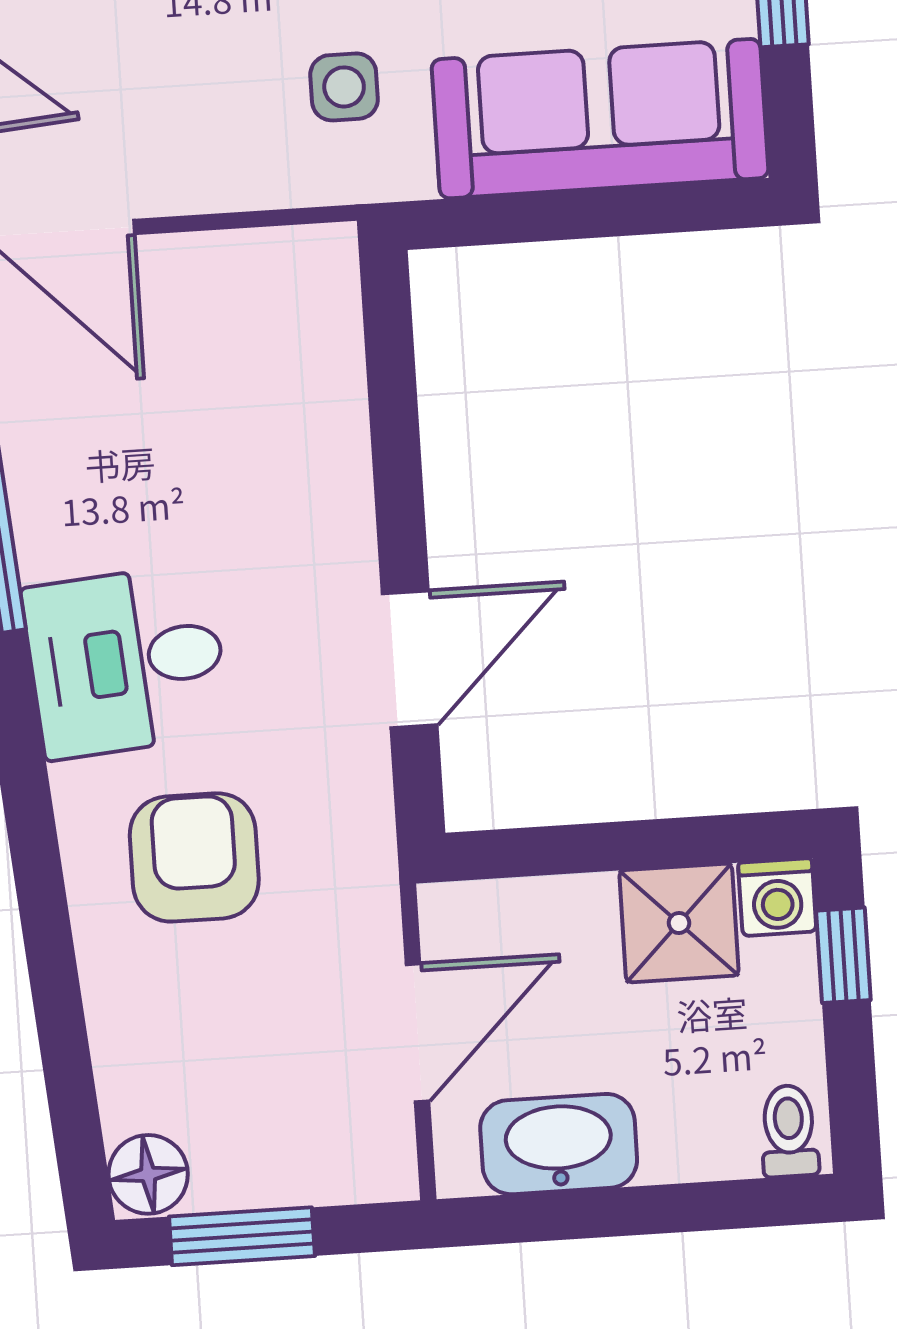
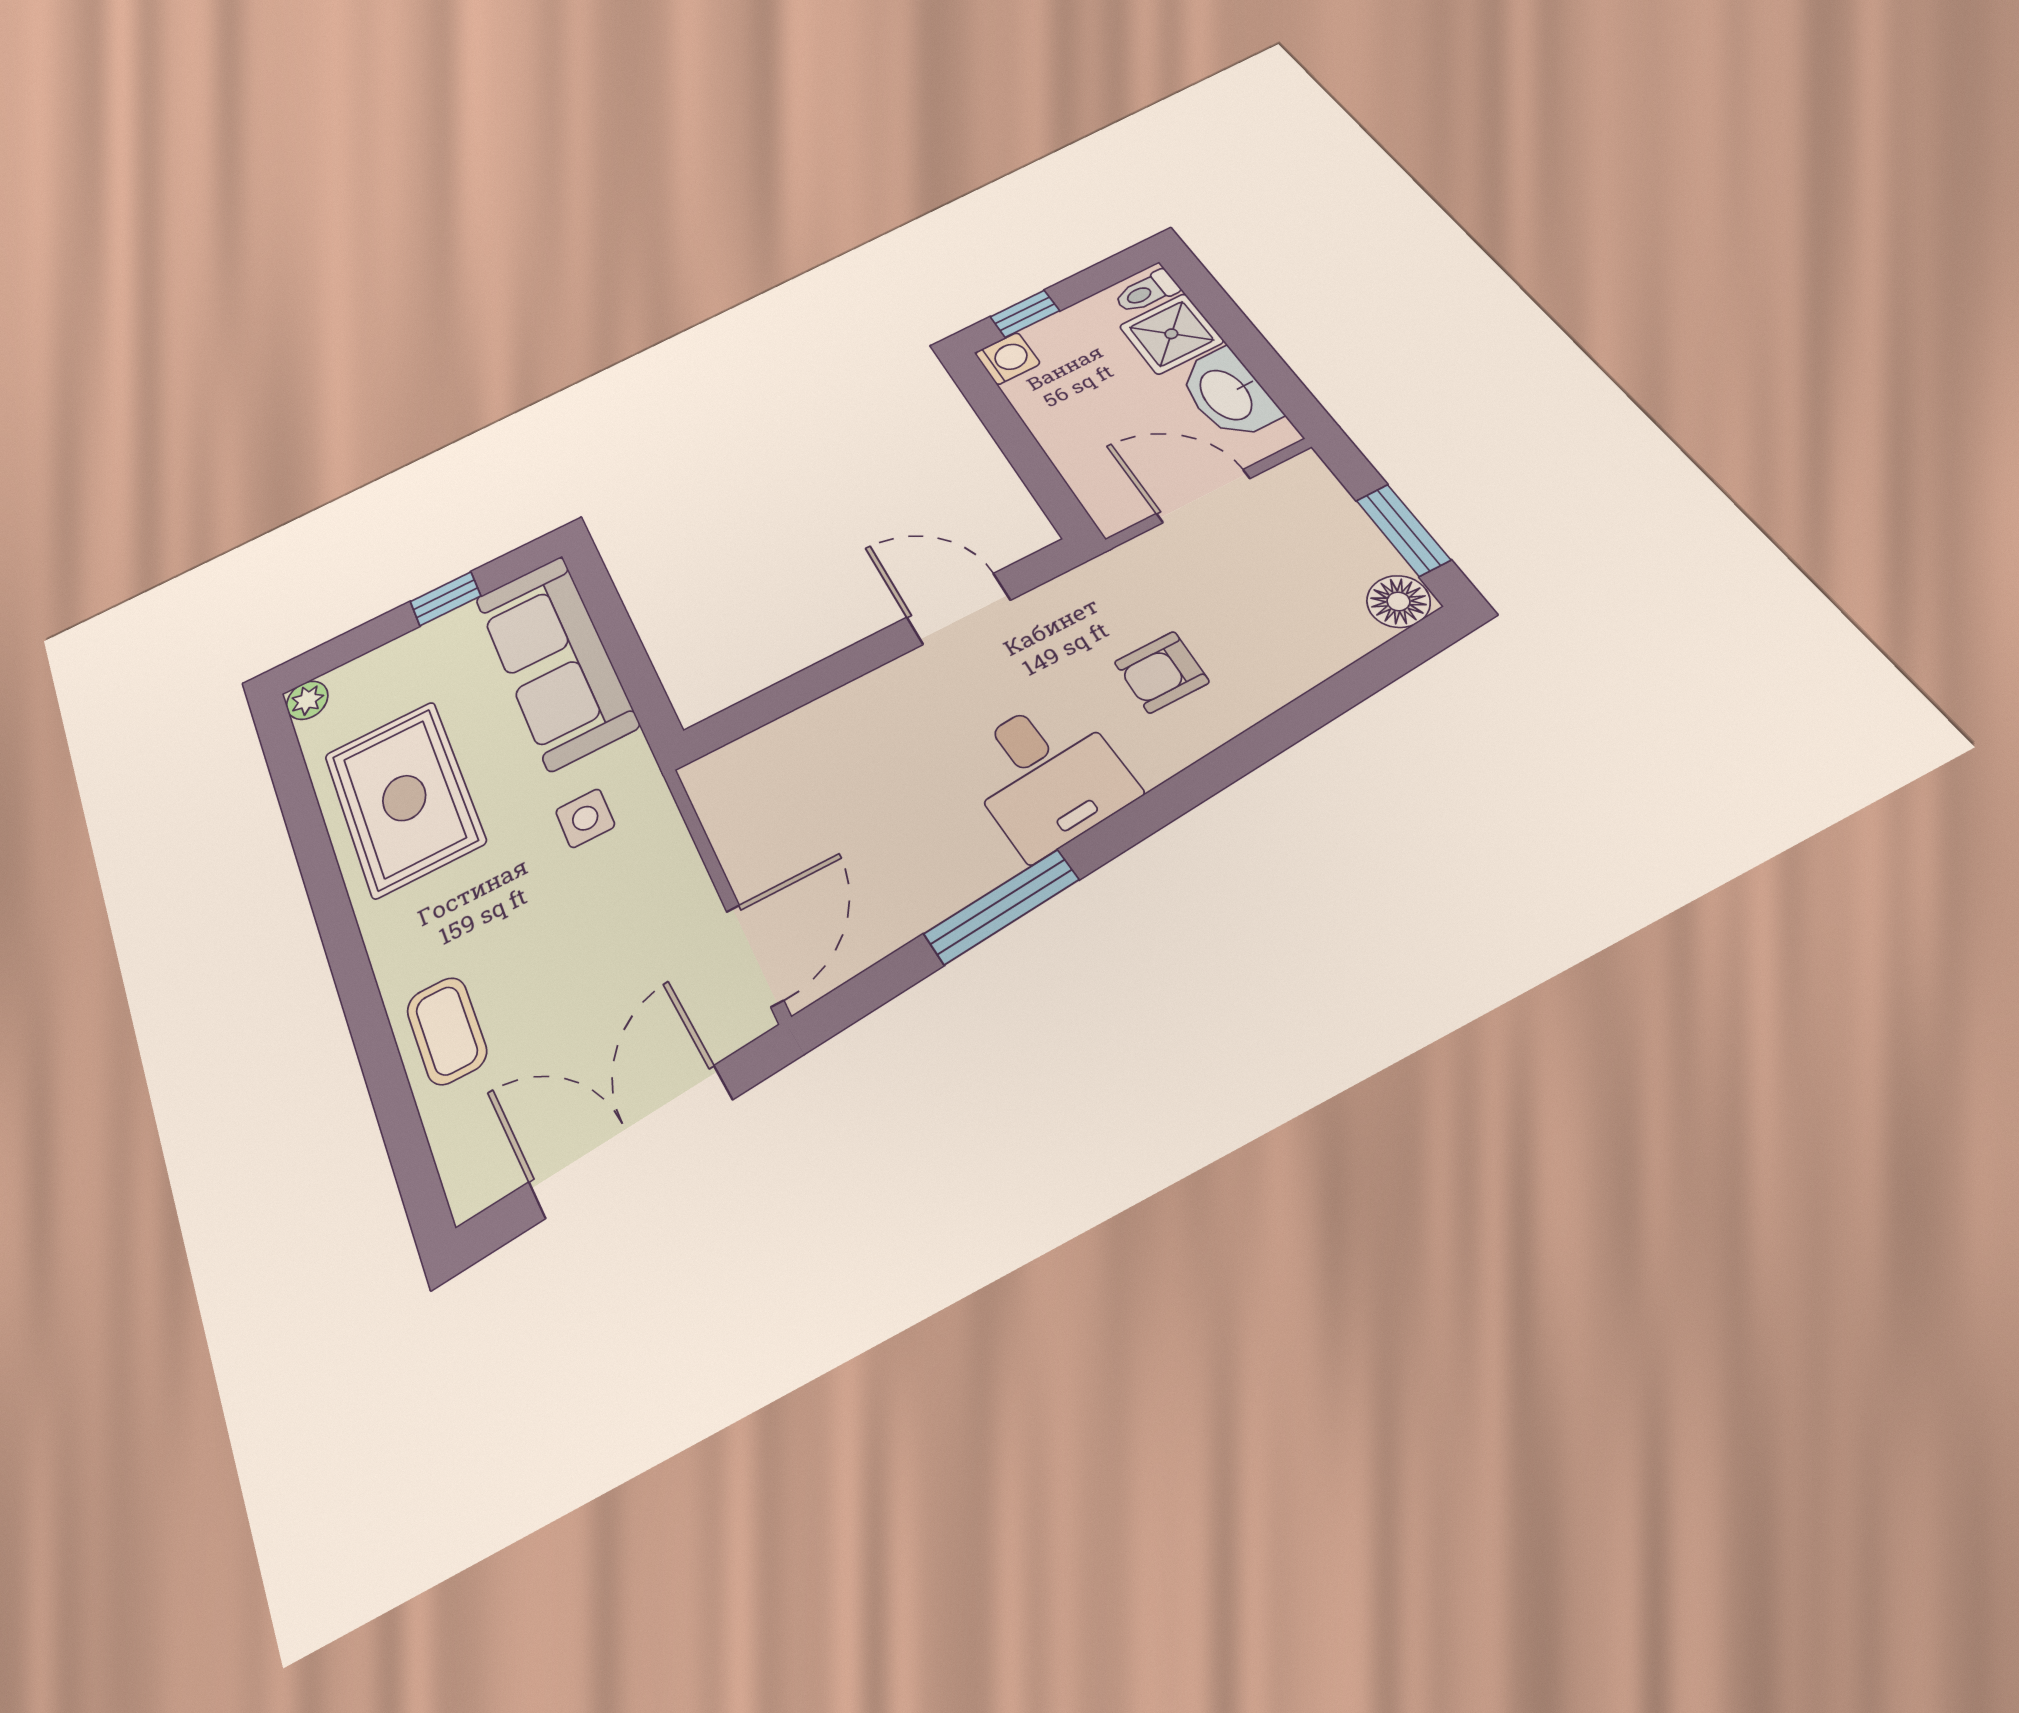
armchair: (194, 857) -> (1162, 672), width x0.72, depth x0.72
shower: (679, 923) -> (1171, 334), moved

